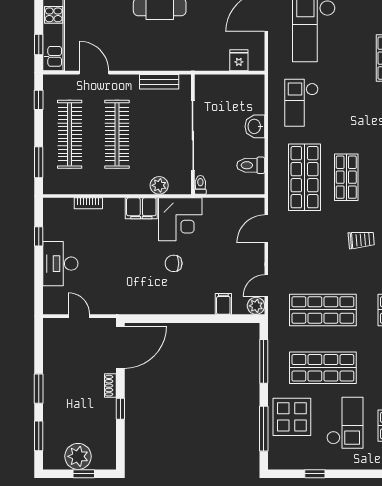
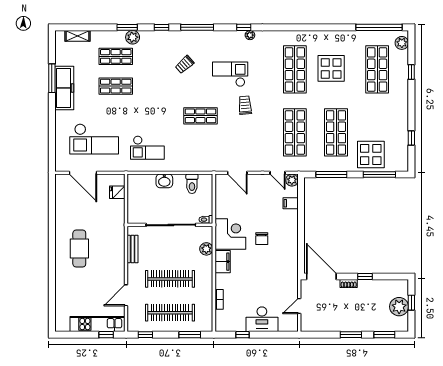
shop shelf: (305, 177) -> (200, 145), removed
checkout: (345, 423) -> (375, 117), removed

